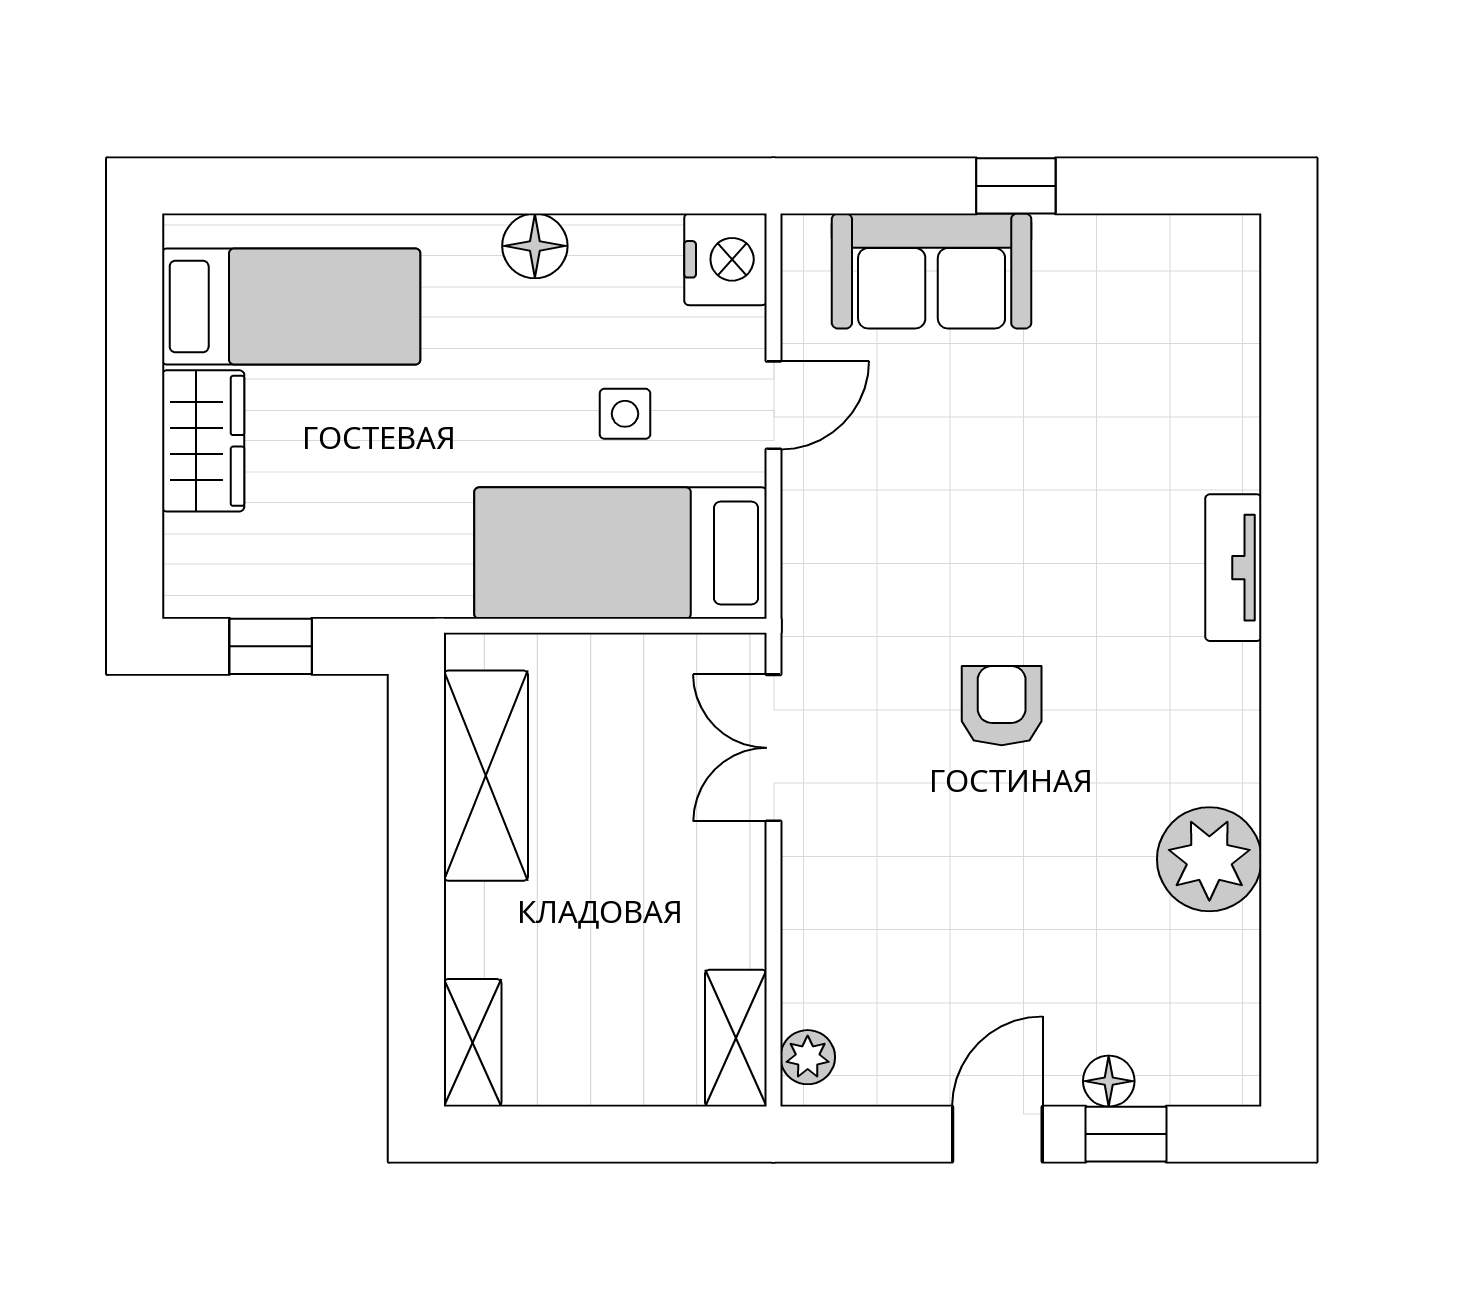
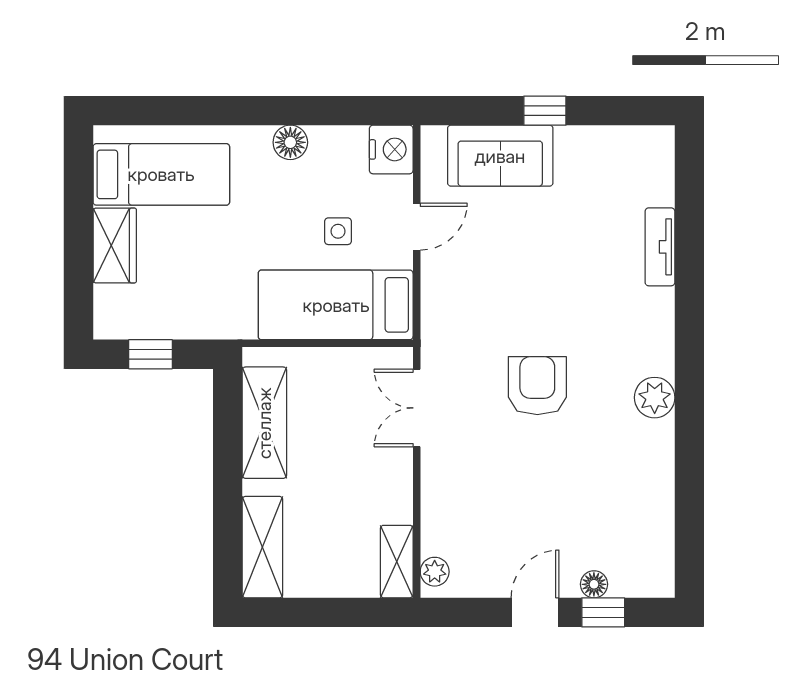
tv unit: (1233, 568) -> (660, 247), moved
armchair: (1002, 706) -> (537, 386), width x1.38, depth x1.38
plant: (1209, 859) -> (655, 398), moved, width x0.73, depth x0.73
shelving: (473, 1043) -> (262, 547), width x1.50, depth x1.33

